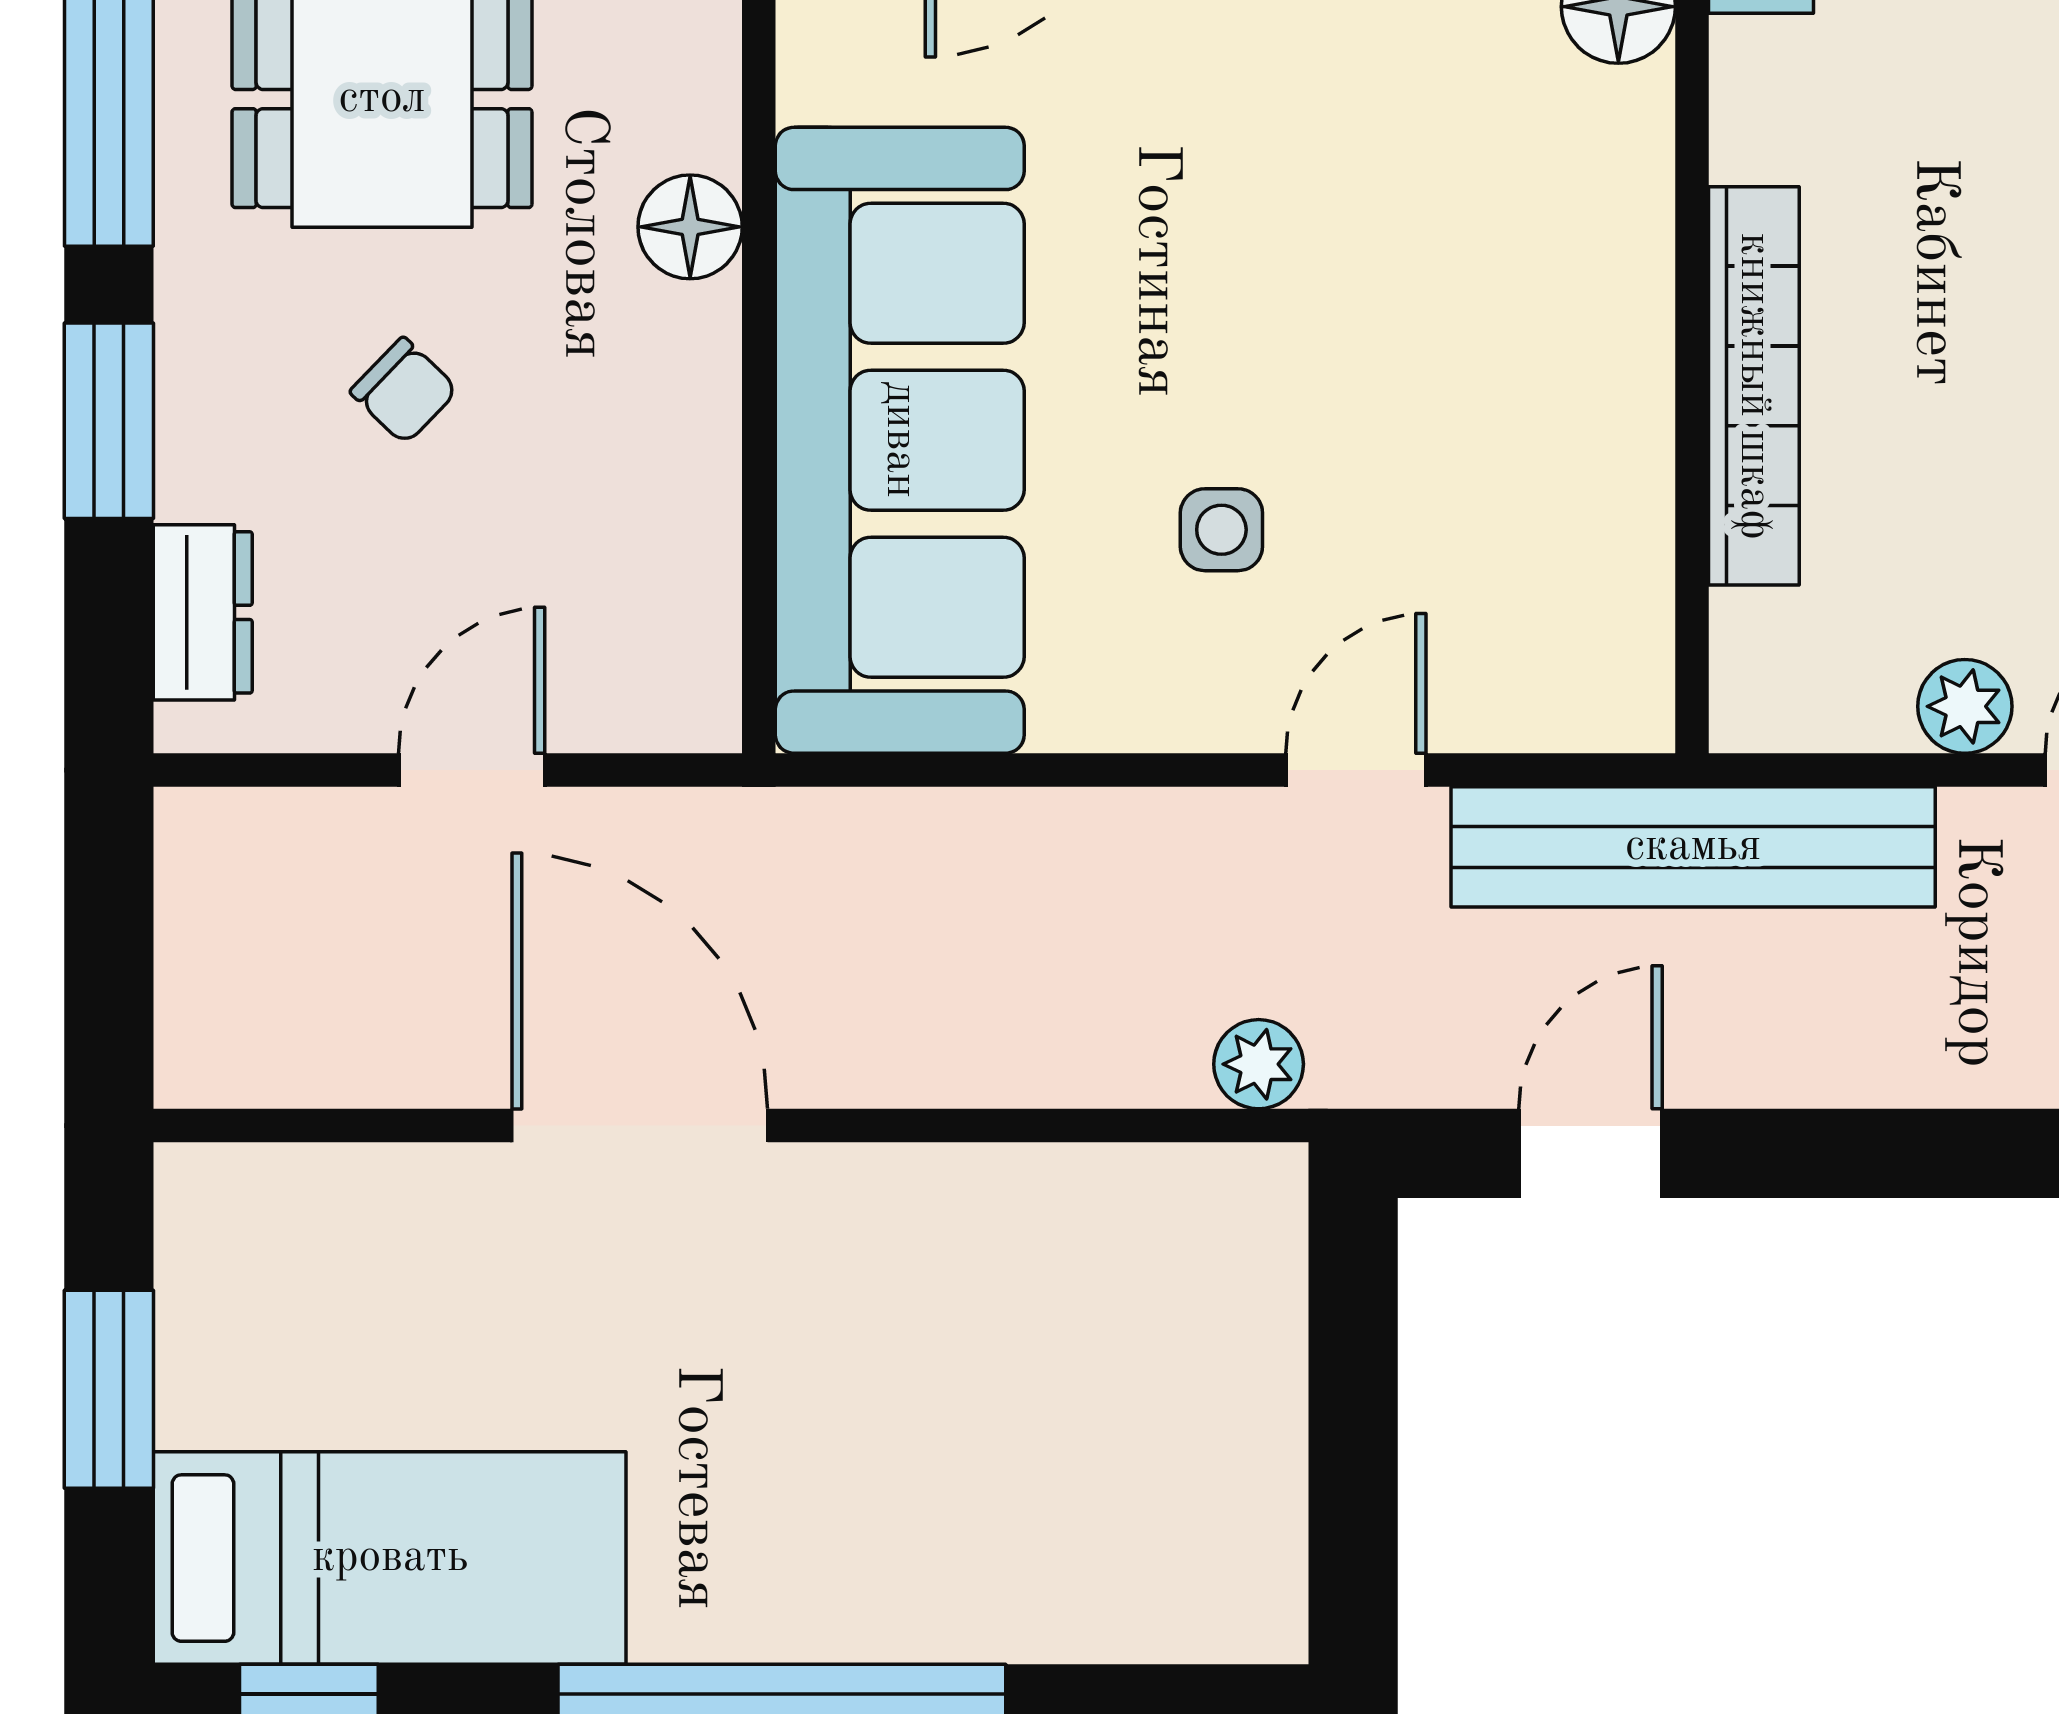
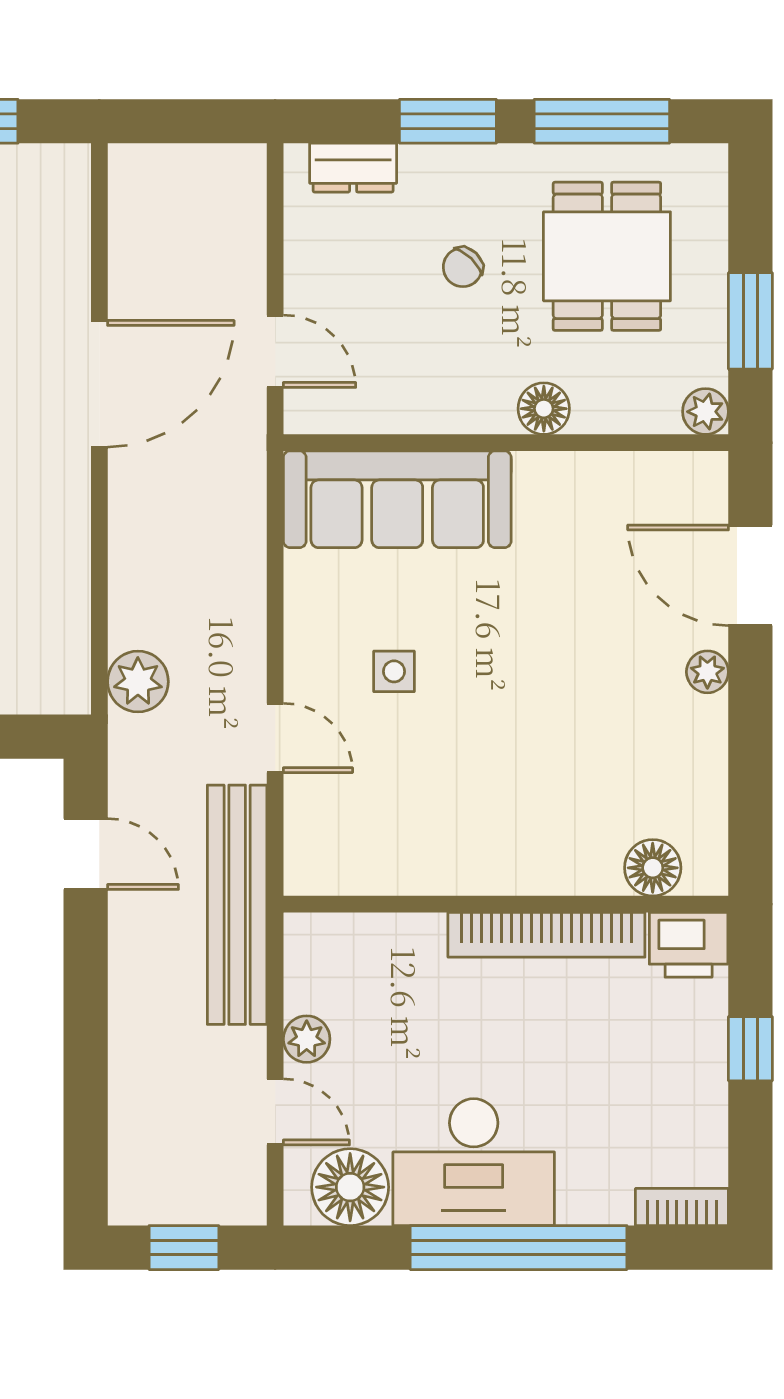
bookcase: (1754, 386) -> (546, 935), moved
sofa: (900, 440) -> (397, 499), width x0.74, depth x0.79
door: (472, 770) -> (275, 351), moved
plant: (1259, 1064) -> (138, 682), width x1.38, depth x1.38

